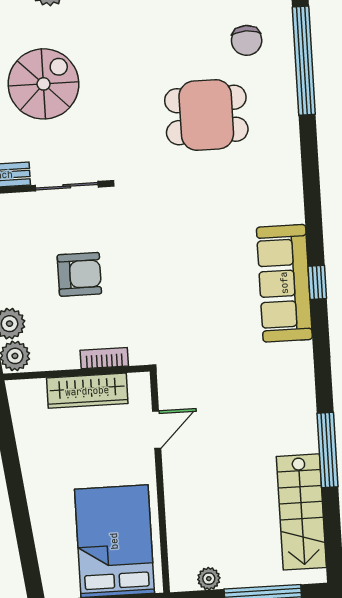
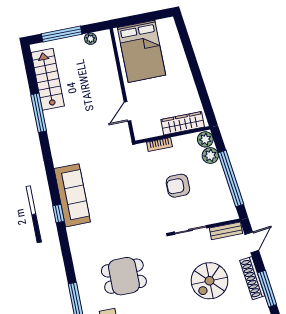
window: (317, 282) -> (58, 214), moved
wardrobe: (87, 391) -> (183, 123), moved

